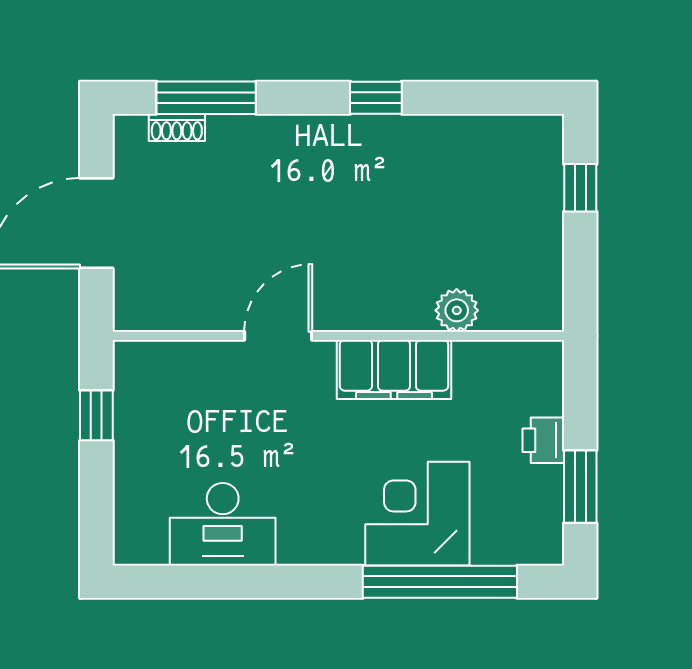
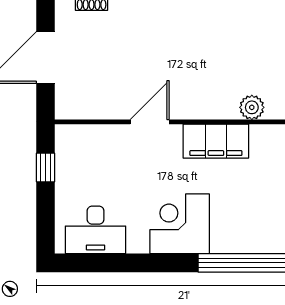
corner desk: (417, 514) -> (180, 224), moved
desk: (223, 524) -> (96, 230), moved

